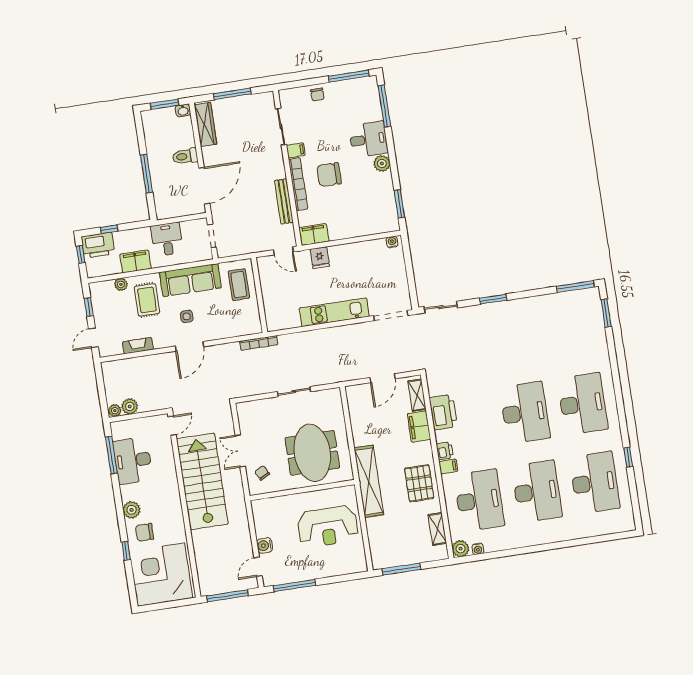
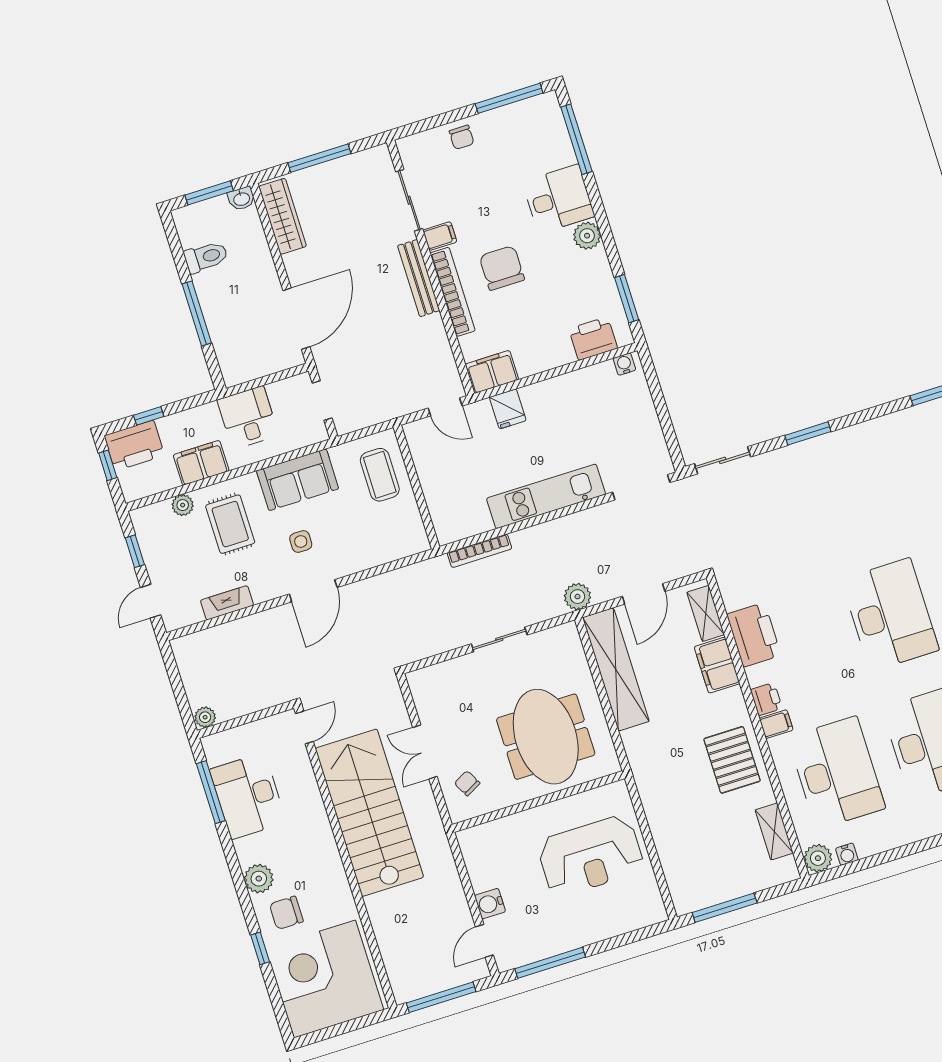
toilet: (185, 156) -> (206, 257), moved, turned 180
chair: (329, 175) -> (502, 268), turned 90
bench: (284, 201) -> (419, 278), moved
printer: (376, 224) -> (593, 338), added
sofa: (190, 280) -> (298, 480), width x0.73
bookcase: (259, 343) -> (479, 551), moved
plant: (130, 406) -> (577, 597), moved
shelving: (369, 481) -> (616, 669), moved

